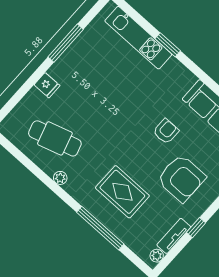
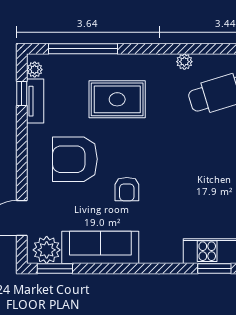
window: (168, 45) -> (214, 269), moved
window: (100, 228) -> (83, 49), moved
window: (196, 228) -> (22, 94), moved

